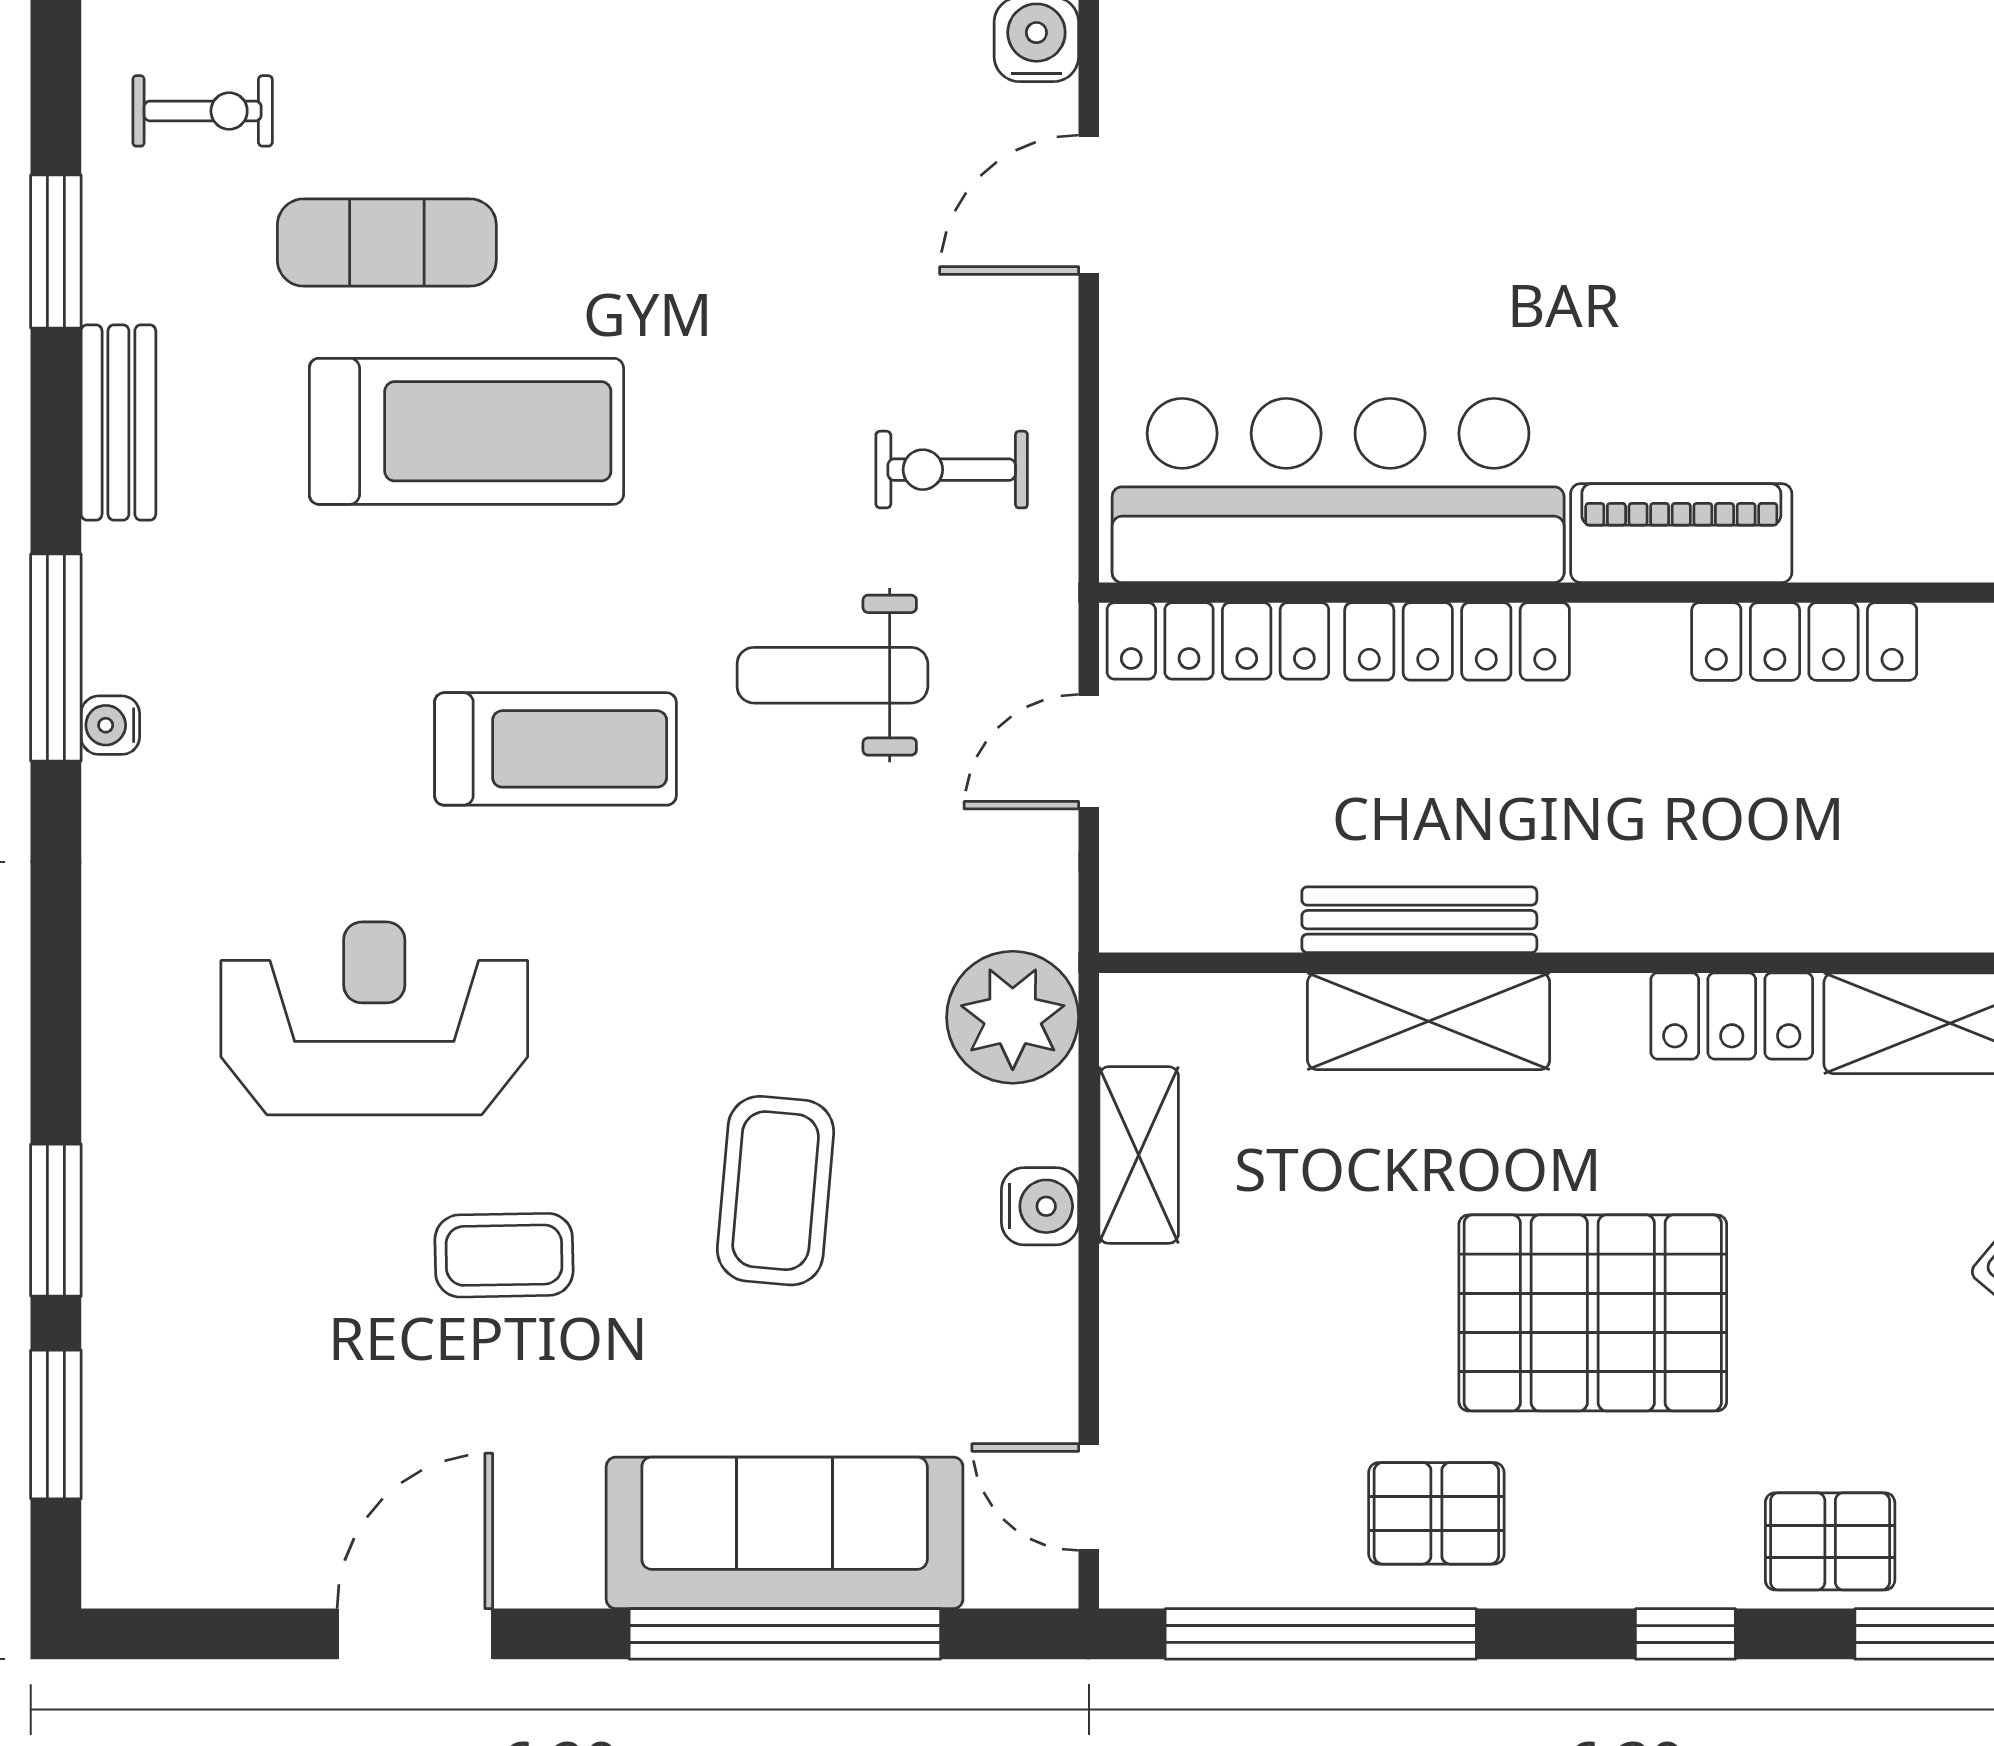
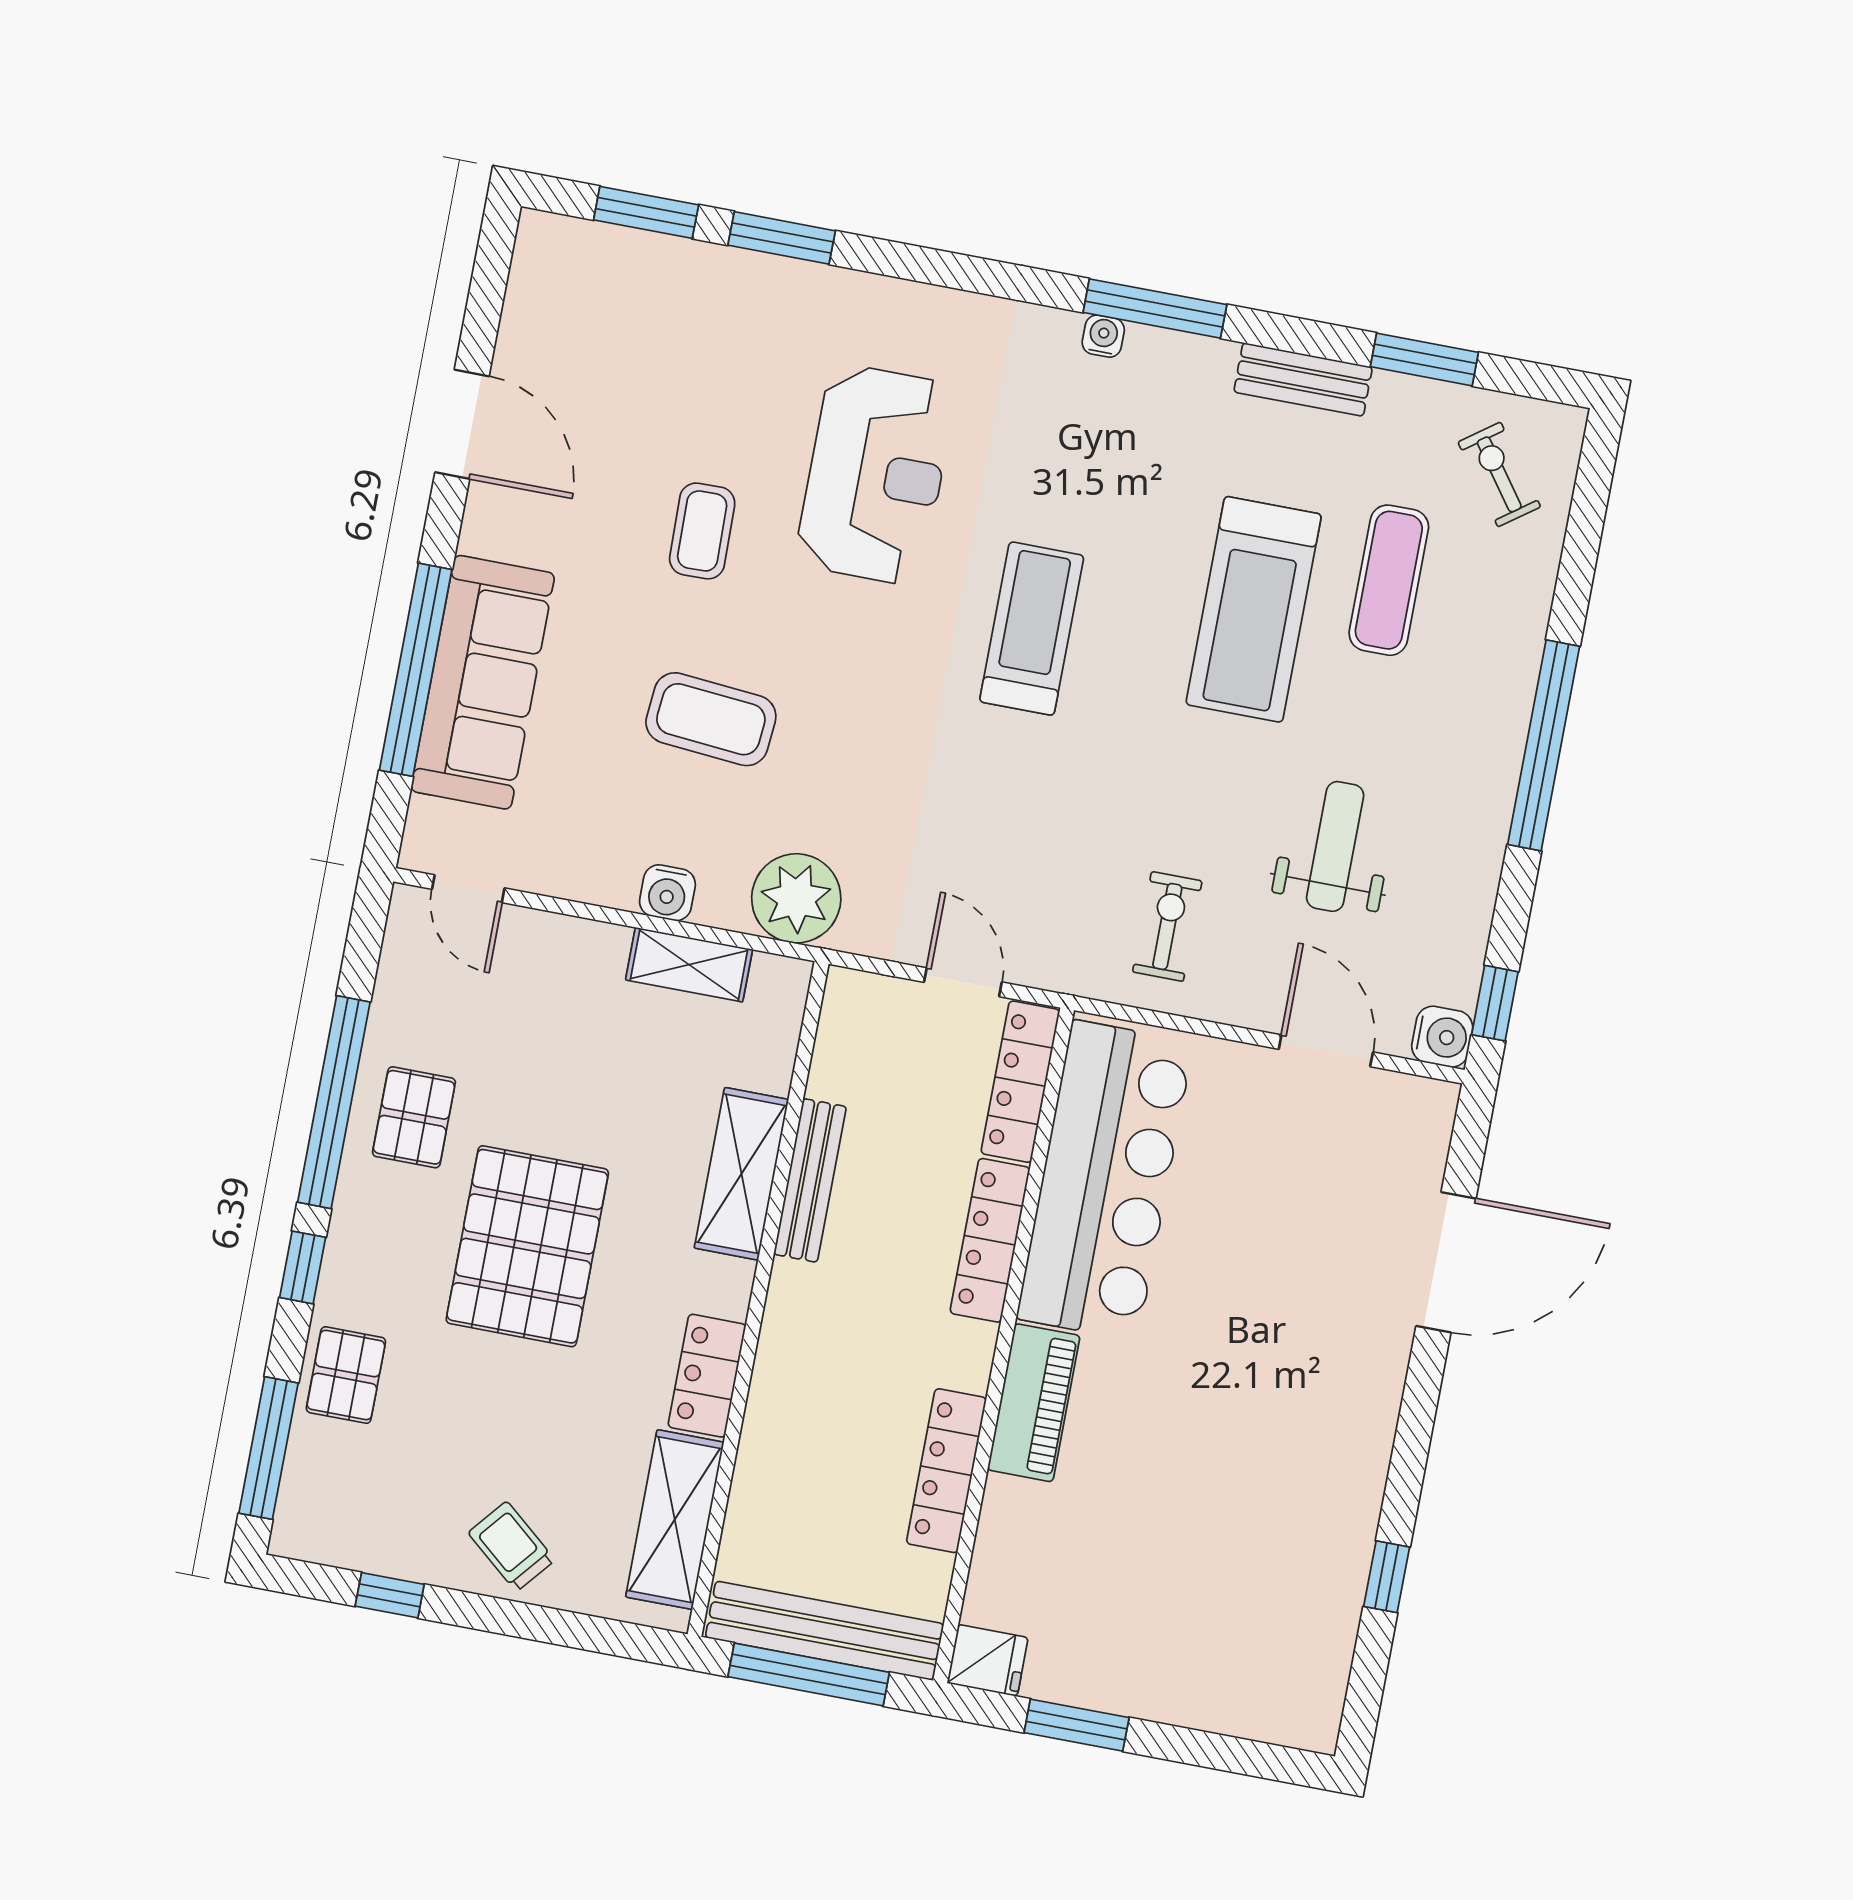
exercise bike: (203, 111) -> (1499, 474), turned 144
weight bench: (832, 675) -> (1335, 846), moved
treadmill: (555, 749) -> (1032, 629), turned 180
door: (1089, 1497) -> (468, 889), swing flipped
window: (1321, 1634) -> (334, 1102), moved

